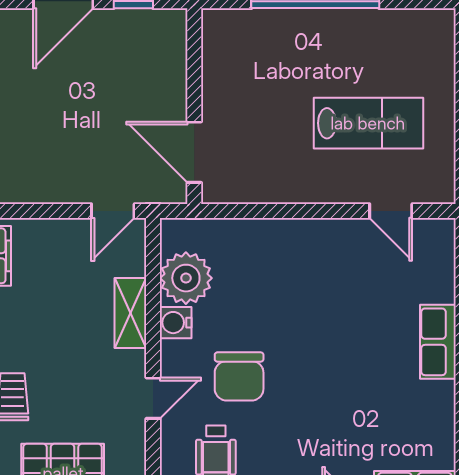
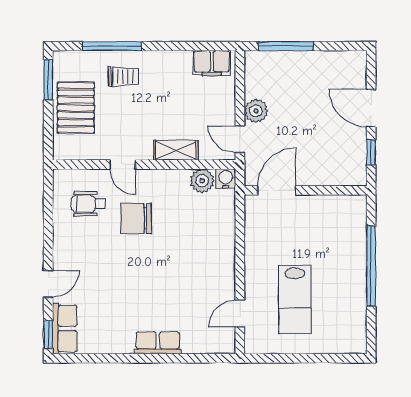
plant: (67, 185) -> (256, 111), added
plant: (186, 278) -> (202, 181), width x0.73, depth x0.73
water cooler: (176, 323) -> (226, 179), moved

